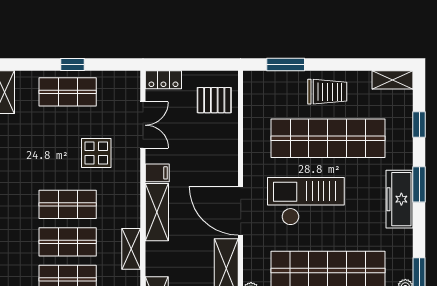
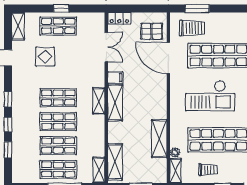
trolley: (327, 92) -> (192, 28), moved
display table: (96, 153) -> (45, 57), moved
checkout: (306, 201) -> (210, 96), turned 180
door: (241, 211) -> (168, 58), moved
shelving: (131, 249) -> (99, 101), moved

